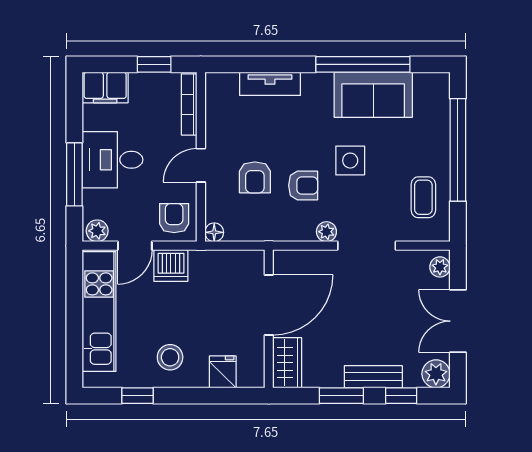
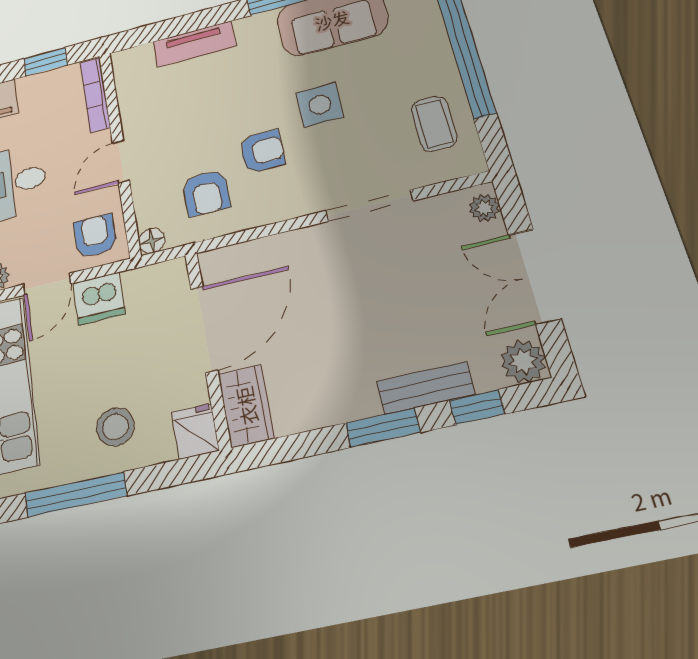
armchair: (255, 177) -> (206, 193), moved
plant: (326, 232) -> (307, 202), removed
door: (269, 305) -> (204, 329), moved
wall: (269, 319) -> (207, 348), moved
wardrobe: (287, 363) -> (246, 406), moved
window: (138, 396) -> (76, 495), width x2.17

